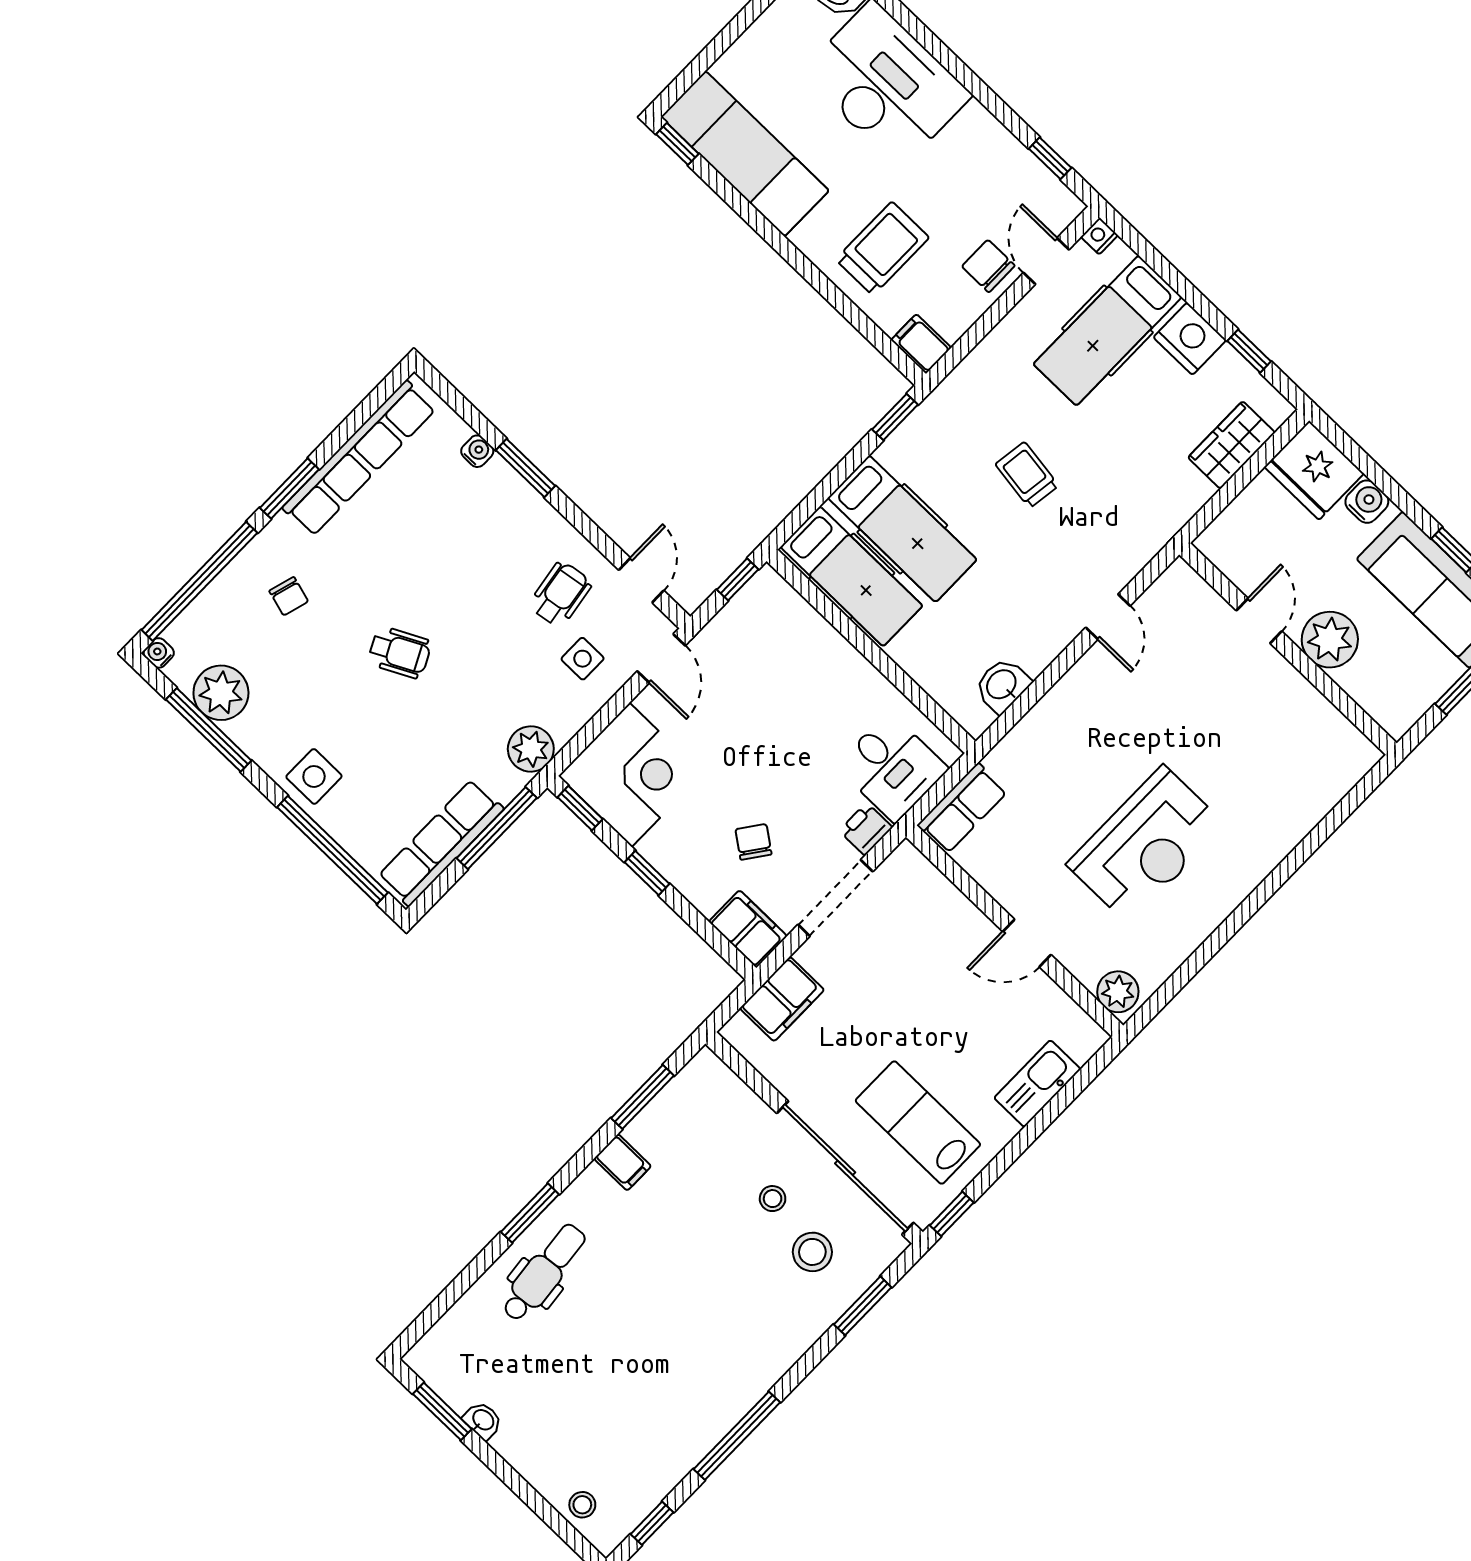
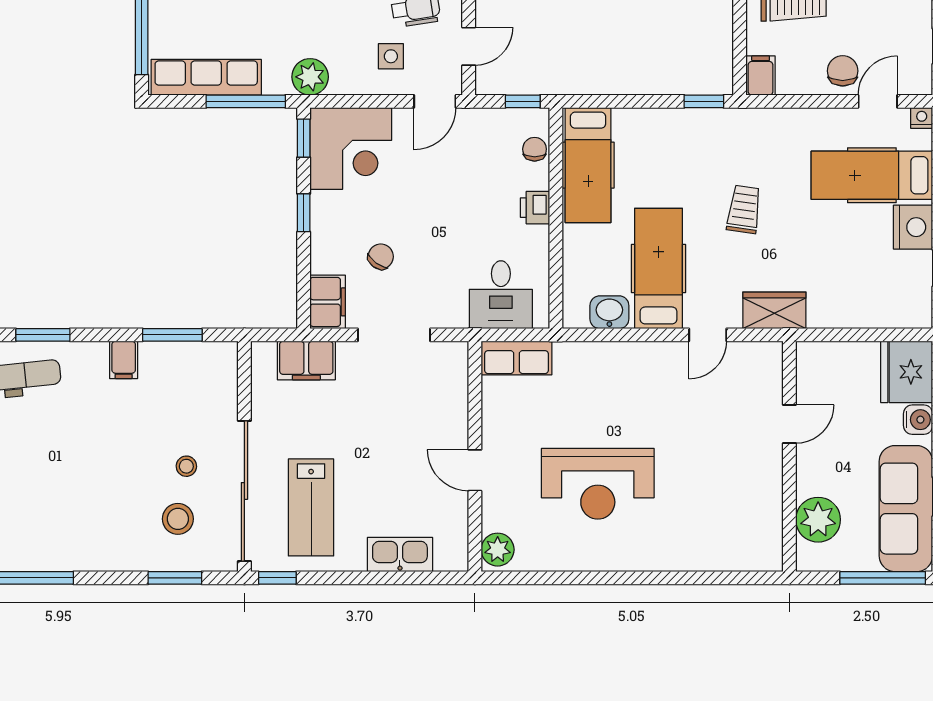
wardrobe: (1232, 445) -> (774, 310), moved
hospital bed: (902, 529) -> (659, 268), moved, turned 180
chair: (791, 611) -> (535, 149), added
plant: (1330, 640) -> (818, 520), moved
printer: (866, 829) -> (535, 208), moved, turned -90
lab bench: (918, 1123) -> (311, 507), turned 180

